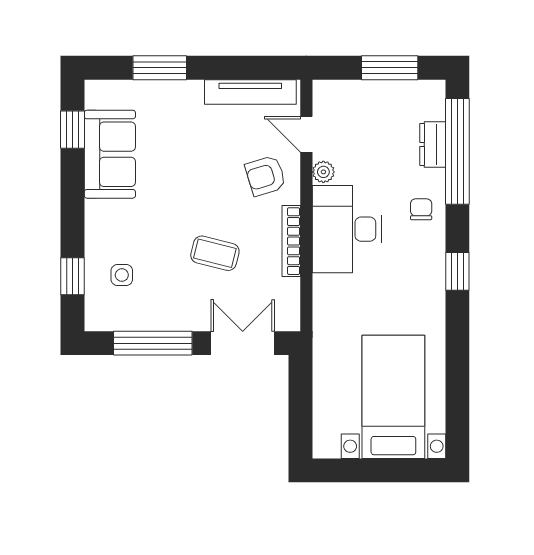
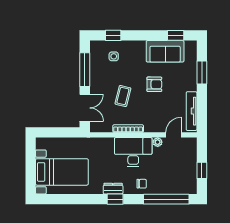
window: (390, 68) -> (202, 170), width x0.67
dresser: (433, 144) -> (113, 189), moved
armchair: (266, 176) -> (154, 84), moved, turned 107

